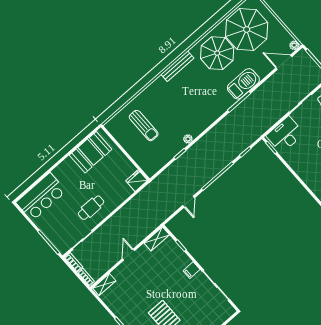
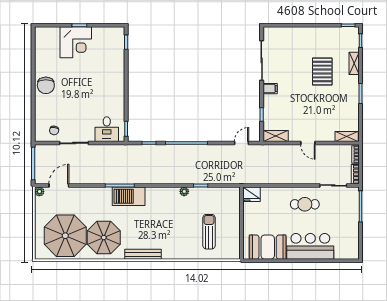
door: (284, 62) -> (59, 185), swing flipped
barbecue: (243, 84) -> (129, 196), moved
desk: (285, 135) -> (107, 129), width x0.73
bar counter: (41, 197) -> (310, 246), moved
door: (189, 202) -> (242, 143), moved
door: (128, 255) -> (308, 143), hinge flipped

